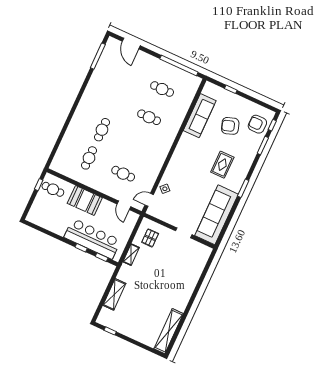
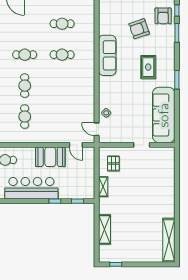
sofa: (200, 116) -> (107, 55), moved
armchair: (257, 124) -> (163, 16), turned -90
cafe table: (123, 174) -> (25, 55), moved
booth: (85, 200) -> (50, 157), moved
door: (149, 200) -> (97, 129), hinge flipped
bar counter: (92, 239) -> (31, 188), moved

